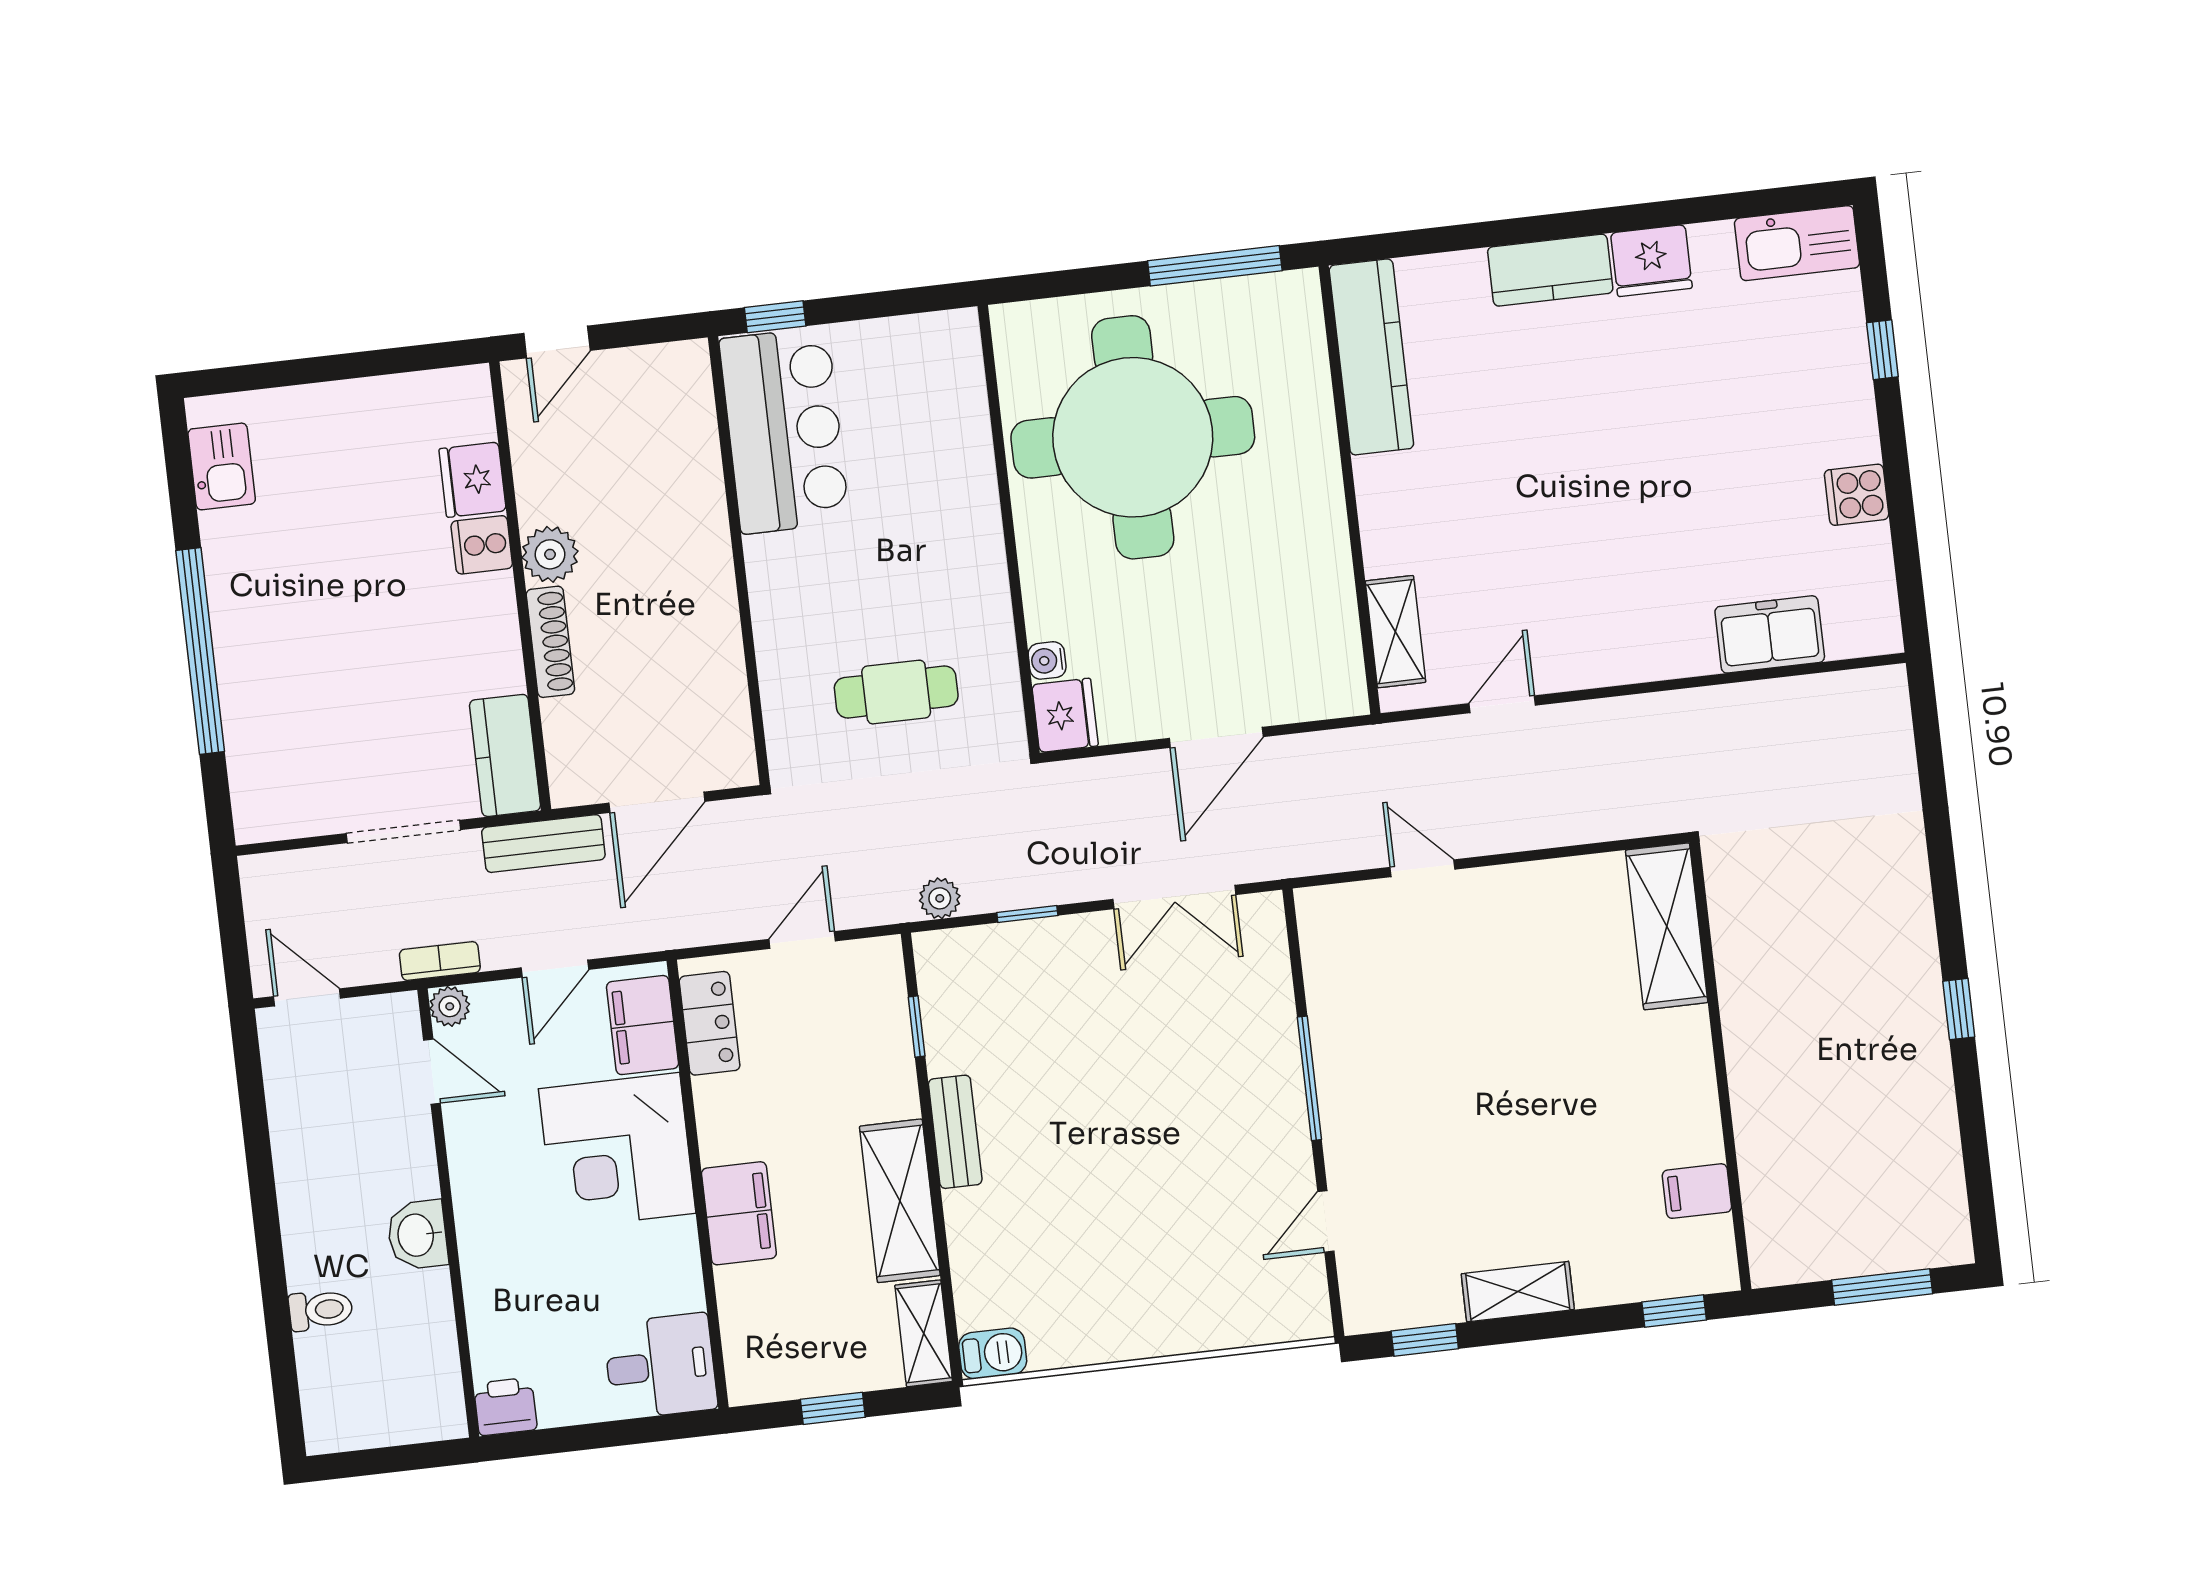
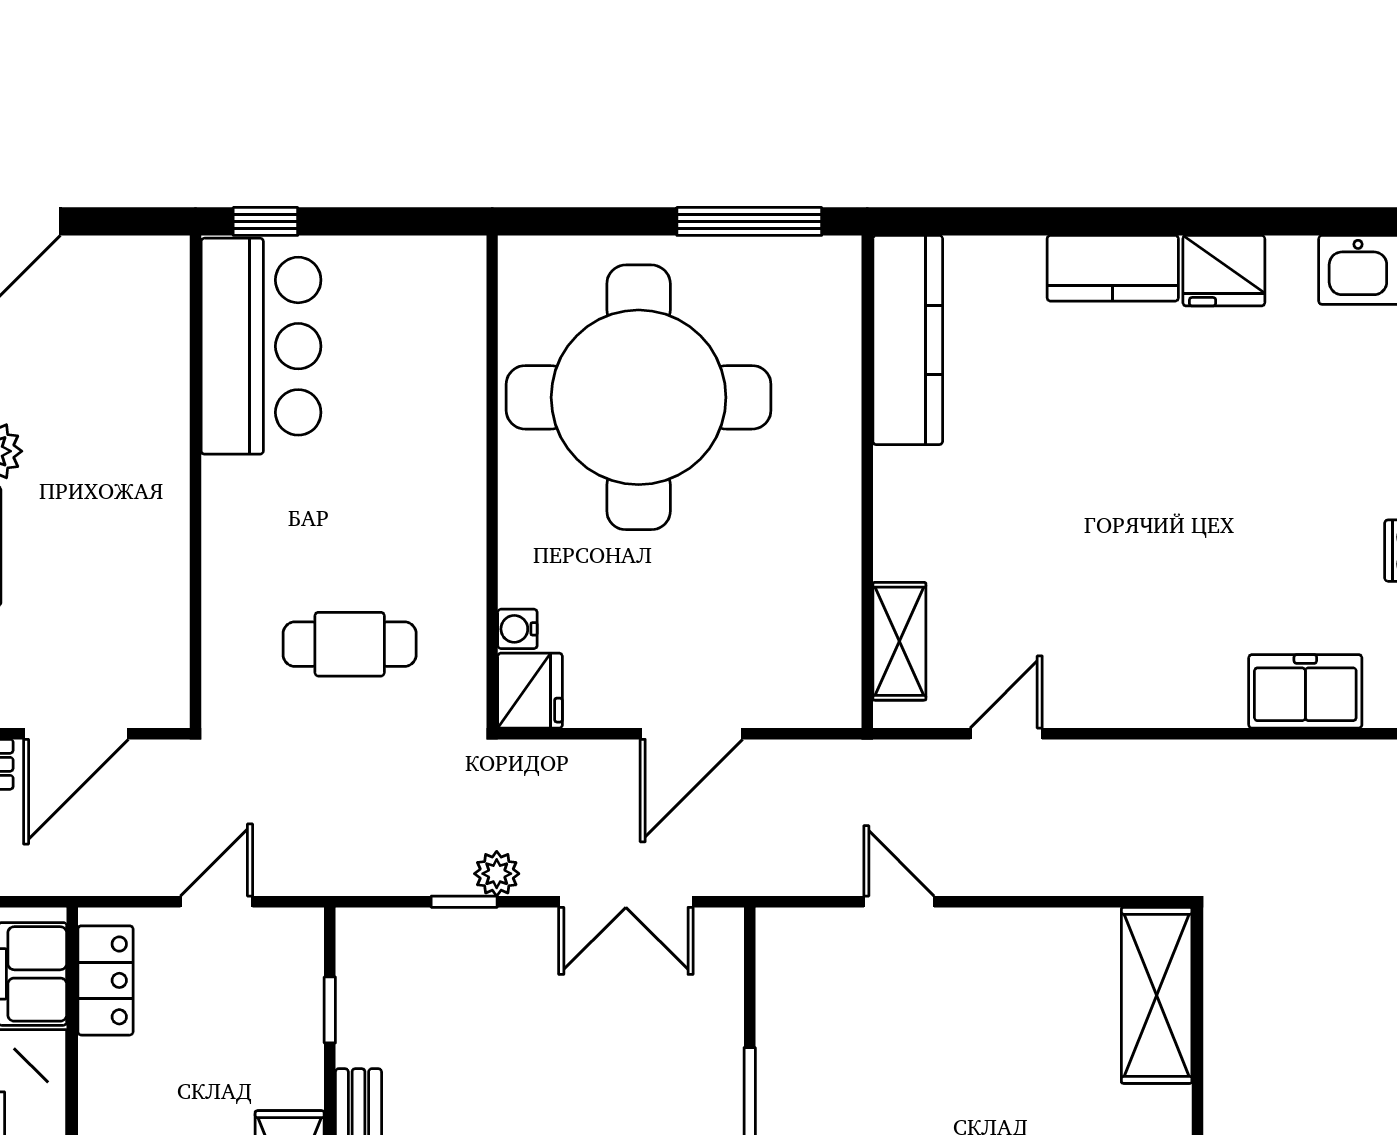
plant: (940, 898) -> (497, 874), moved

